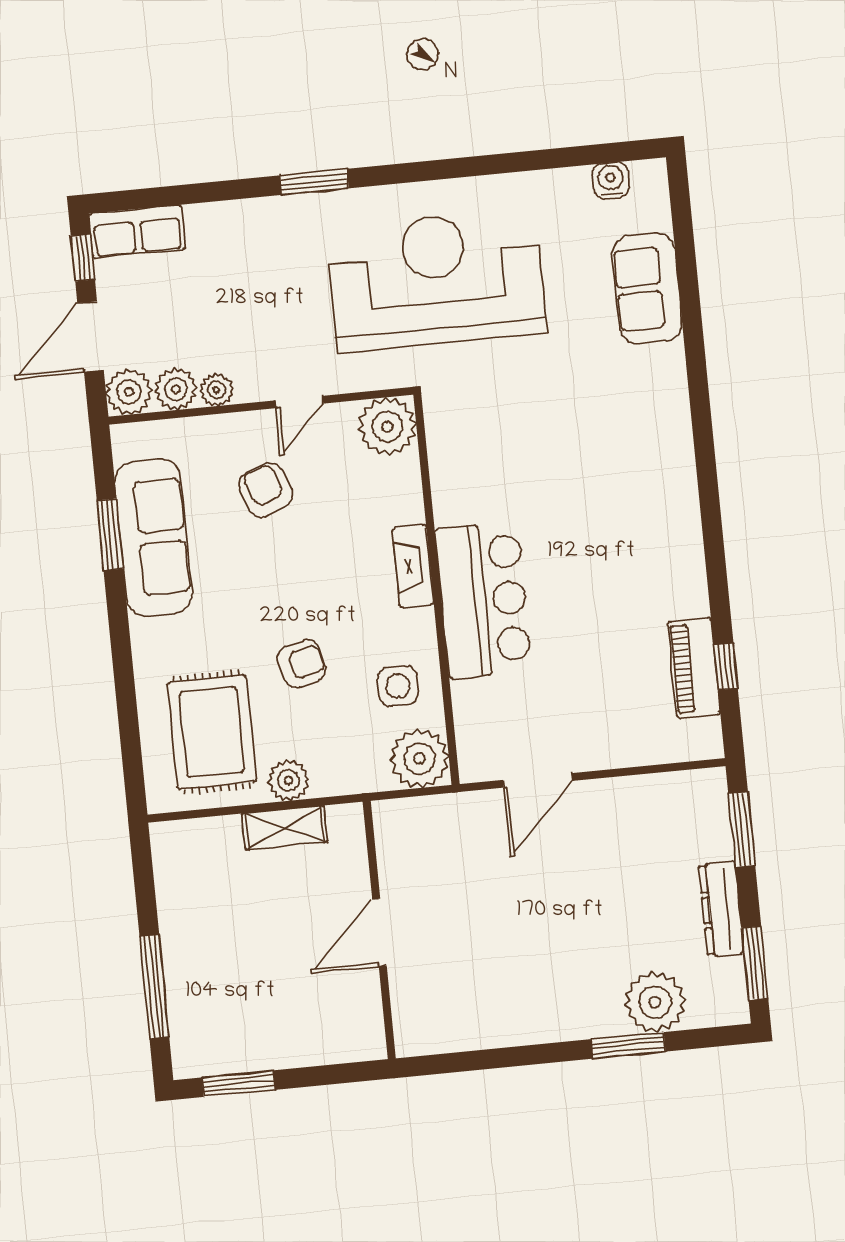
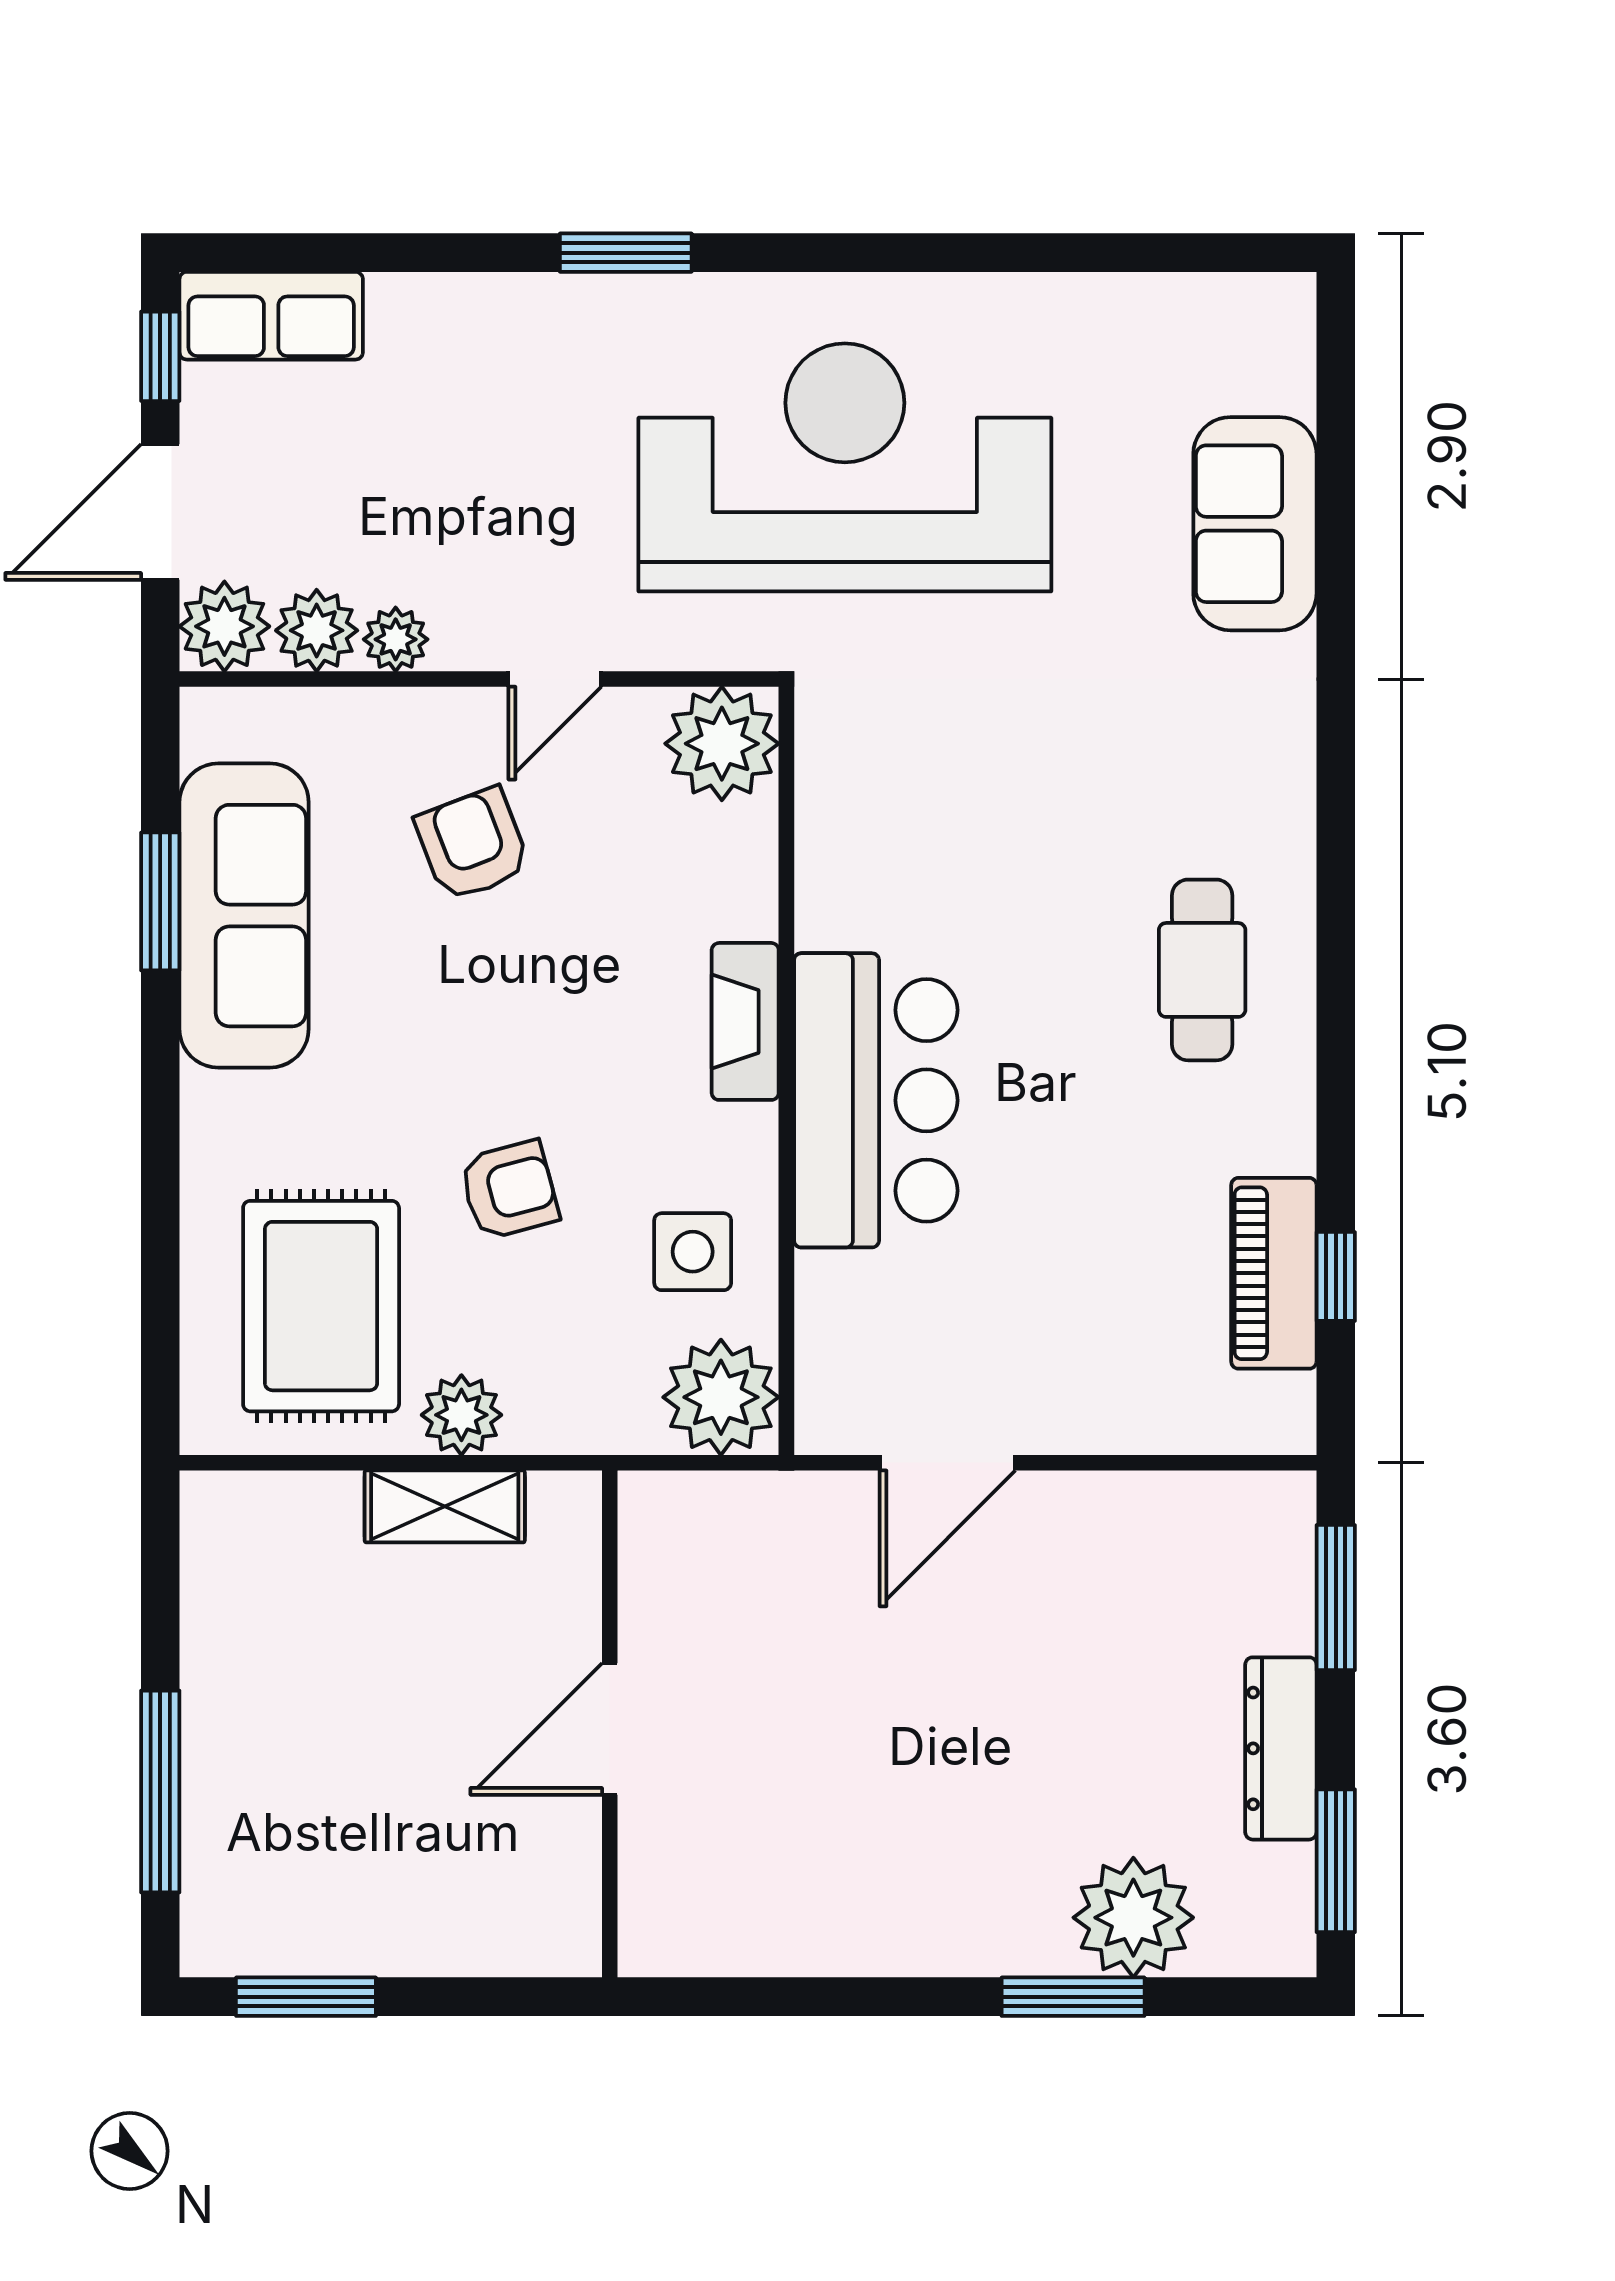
water cooler: (611, 180) -> (1204, 306), removed
cafe table: (643, 517) -> (1202, 970), added

